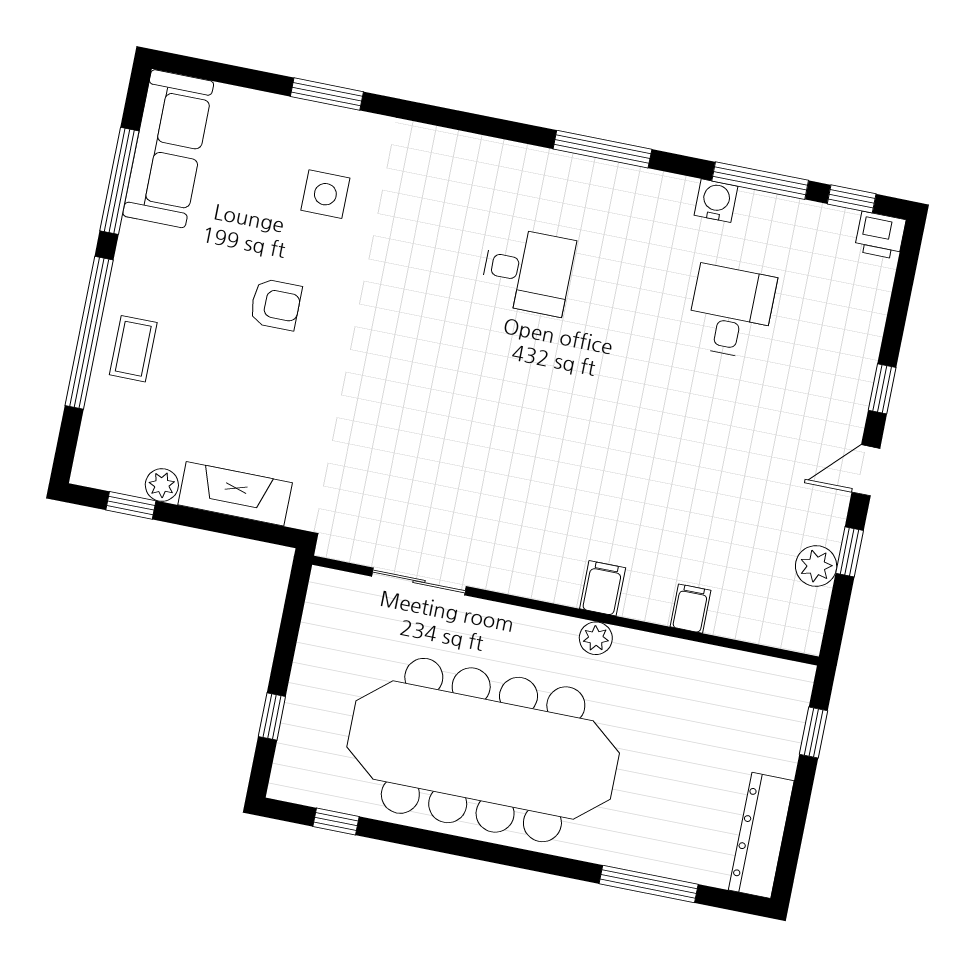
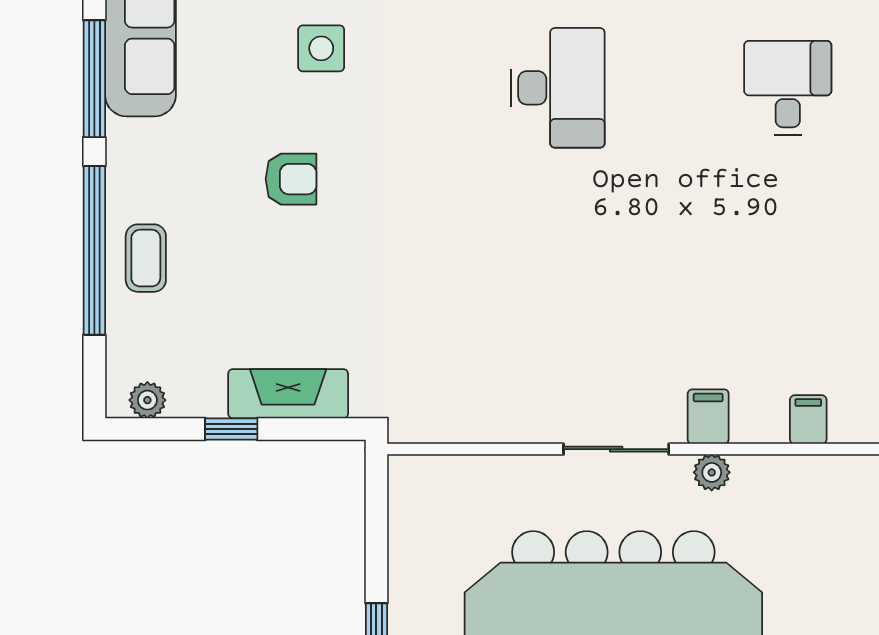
desk: (528, 271) -> (558, 88), width x1.37
plant: (162, 485) -> (147, 400), moved
window: (131, 505) -> (231, 429), moved
sliding door: (419, 581) -> (616, 449), moved

